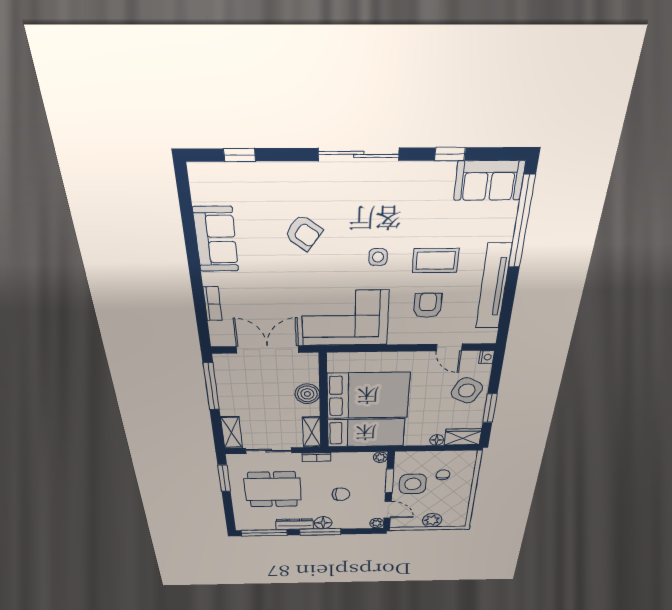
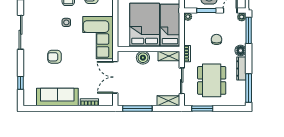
armchair: (304, 233) -> (54, 57), turned -126
sofa: (216, 239) -> (57, 97), width x1.36
window: (320, 532) -> (249, 30), moved

